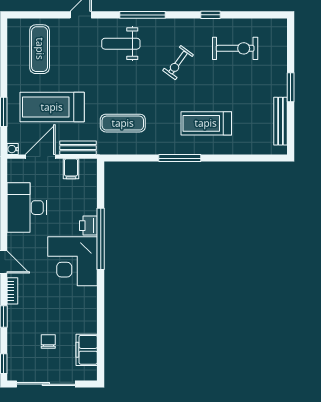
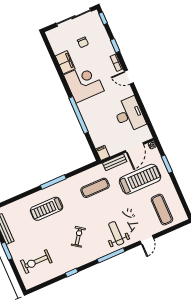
weight bench: (121, 44) -> (116, 233), turned -90
exercise bike: (235, 48) -> (36, 262), moved
treadmill: (206, 123) -> (47, 209), turned 180
filing cabinet: (71, 169) -> (103, 153), moved
printer: (88, 226) -> (89, 120), removed
corner desk: (73, 261) -> (84, 83), moved
filing cabinet: (87, 350) -> (65, 62), moved

